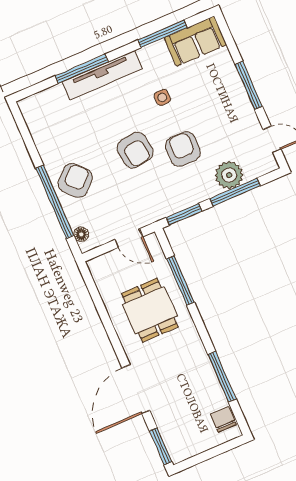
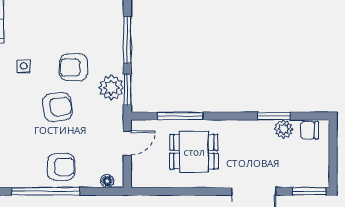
plant: (229, 175) -> (111, 88), moved
armchair: (75, 181) -> (61, 167), turned 134
window: (55, 202) -> (46, 191), moved
window: (222, 377) -> (274, 116), width x0.69
plant: (213, 392) -> (284, 129), added

